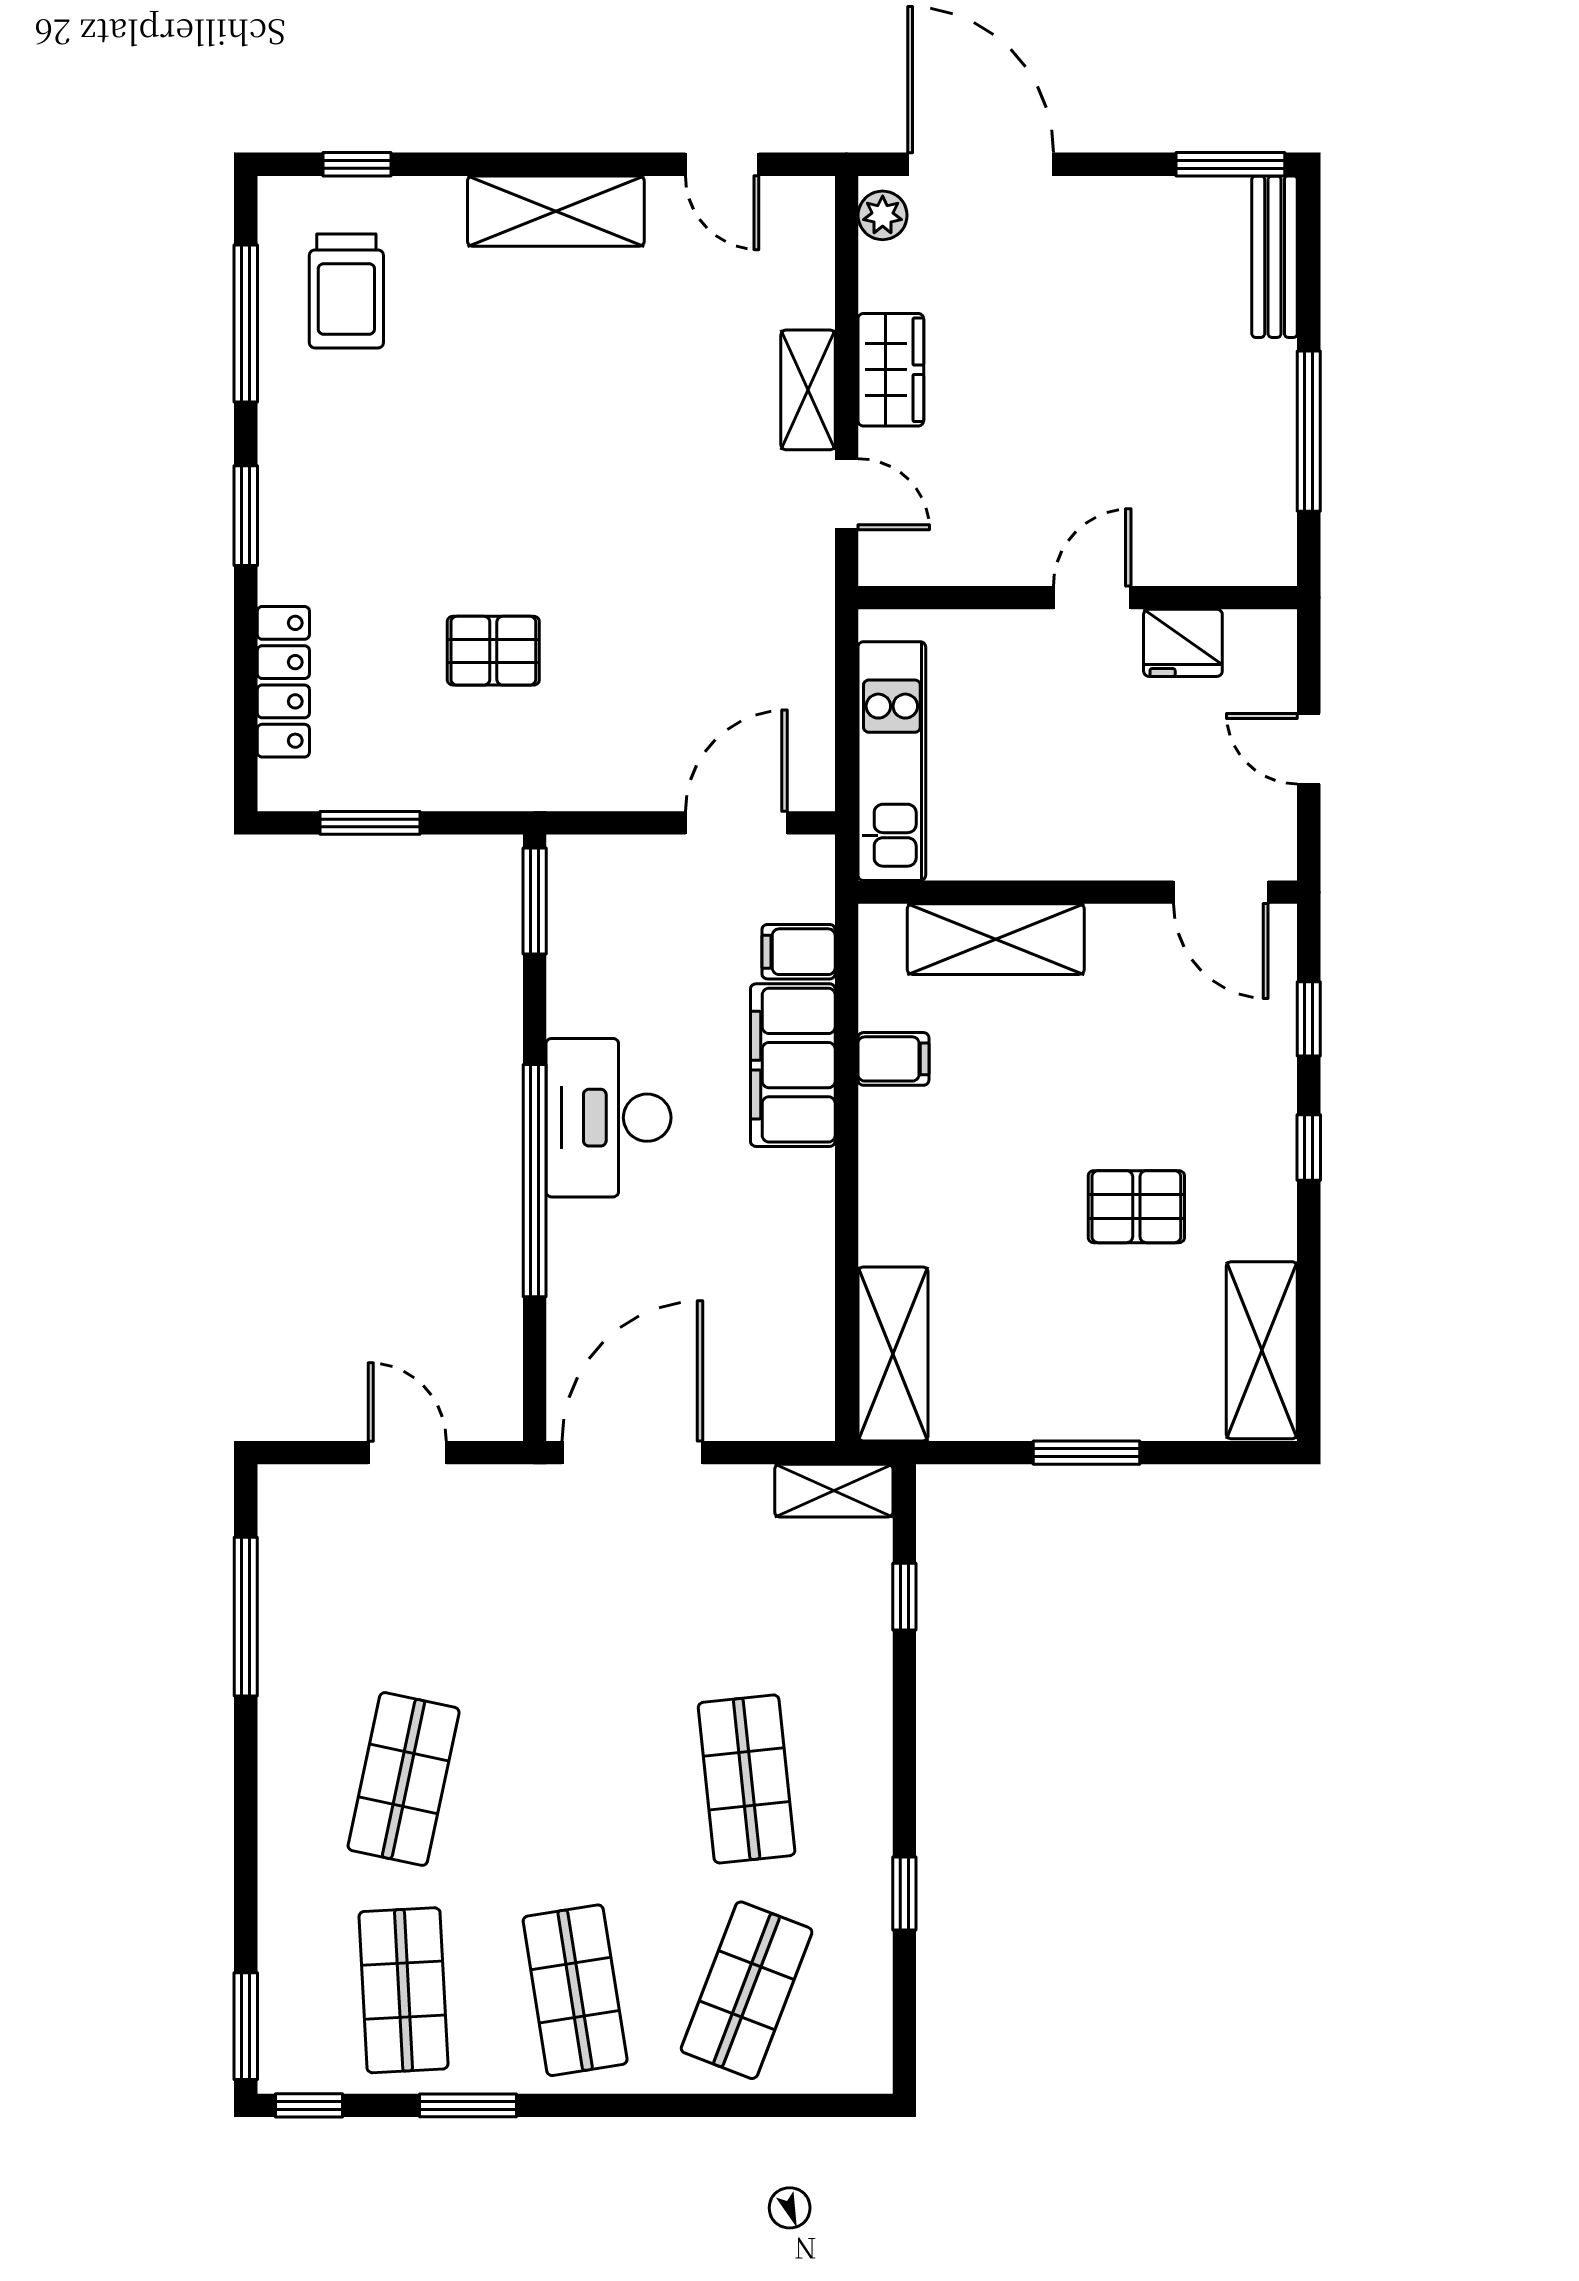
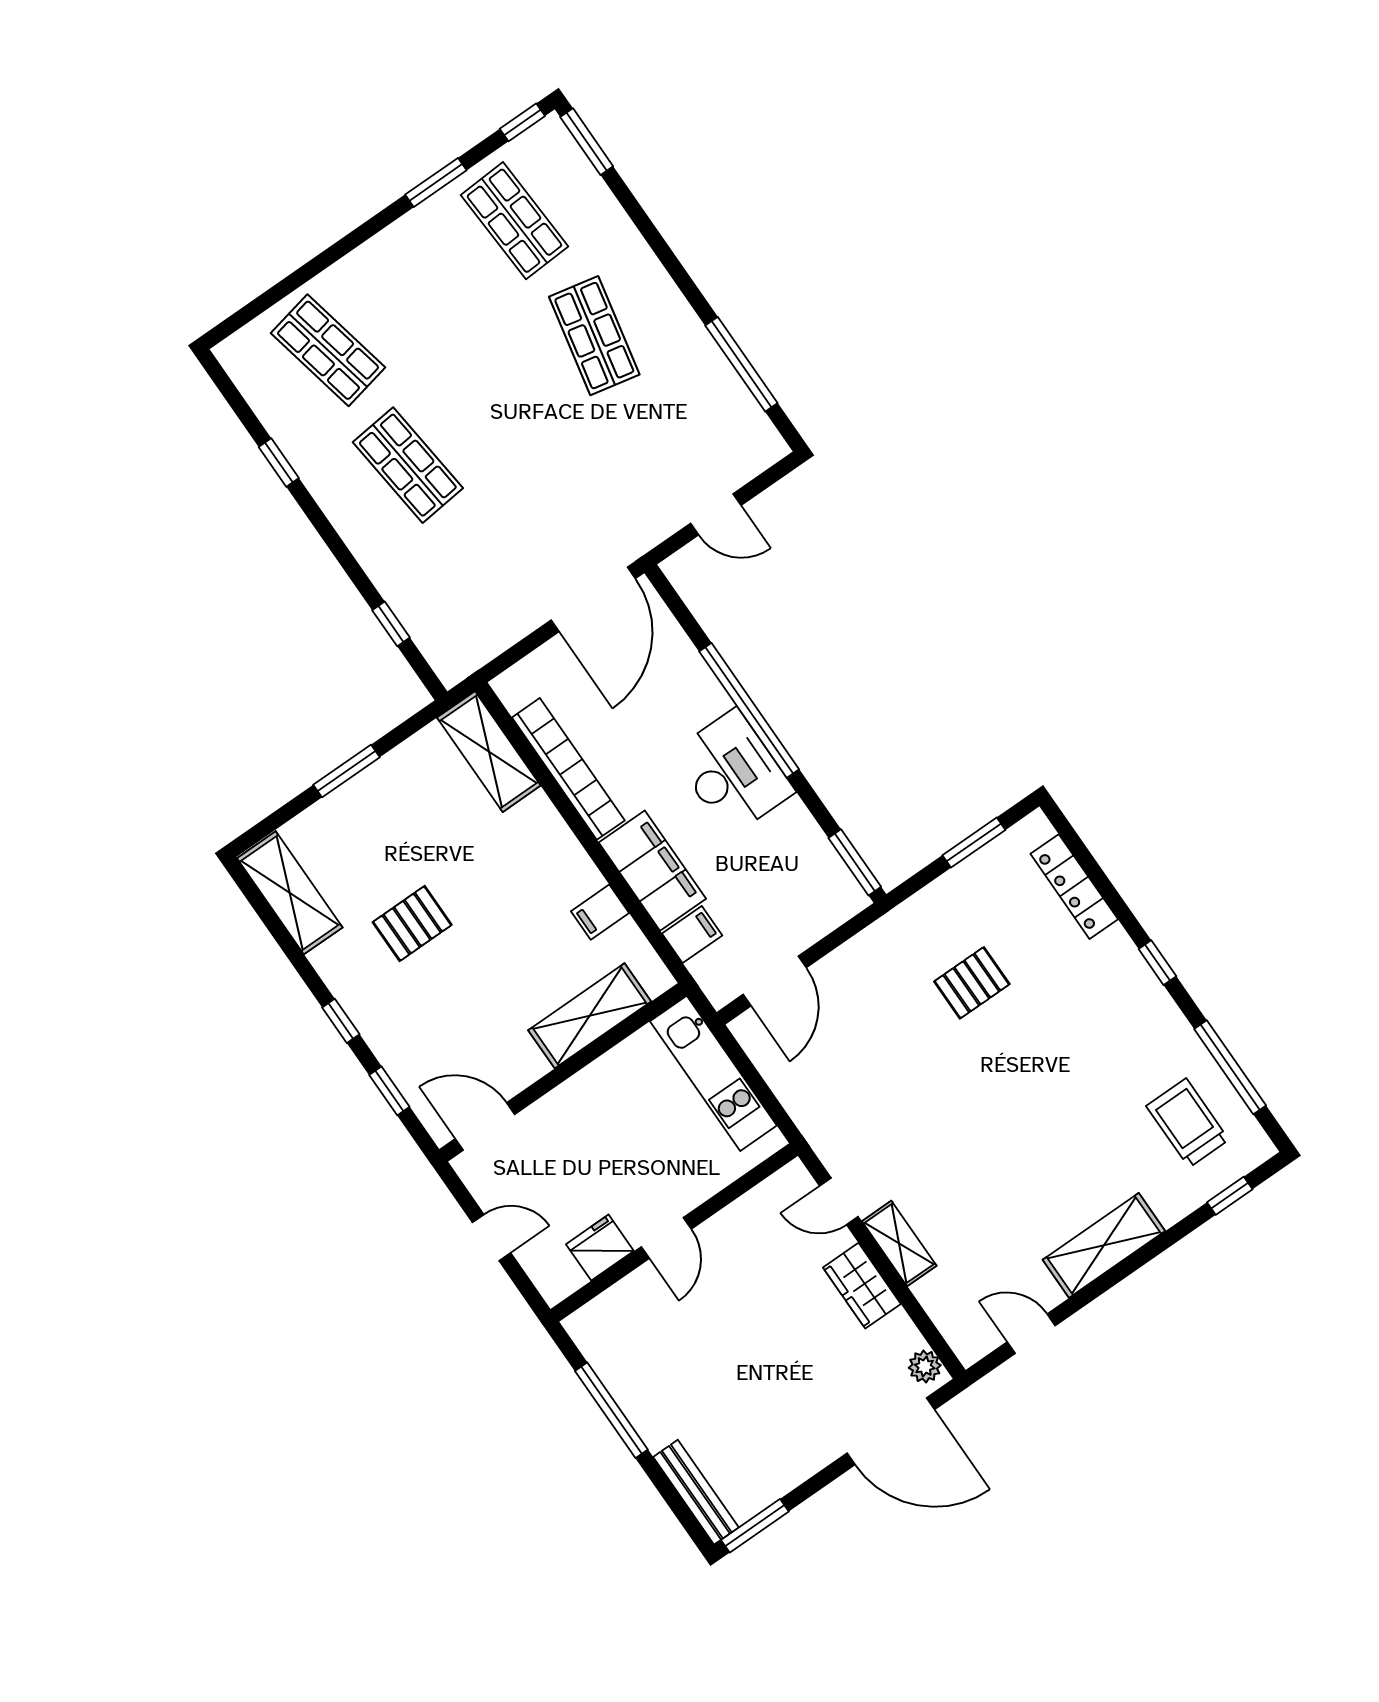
window: (246, 516) -> (1157, 963), width x0.67
bookcase: (809, 1264) -> (568, 769), added
shelving: (834, 1491) -> (469, 655), removed
shop shelf: (575, 1990) -> (421, 286), removed
shop shelf: (747, 1990) -> (328, 350), turned -33

